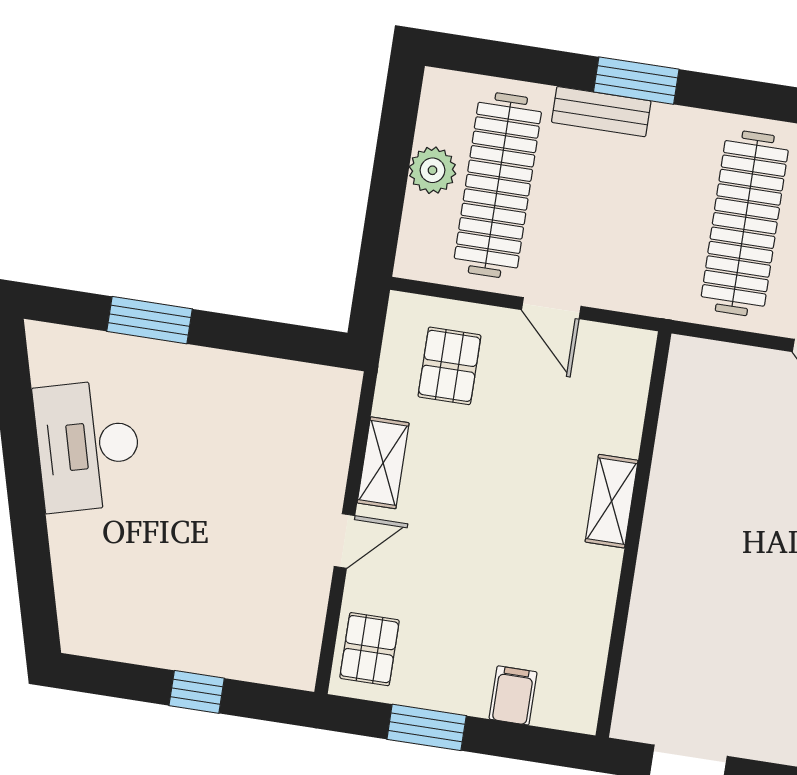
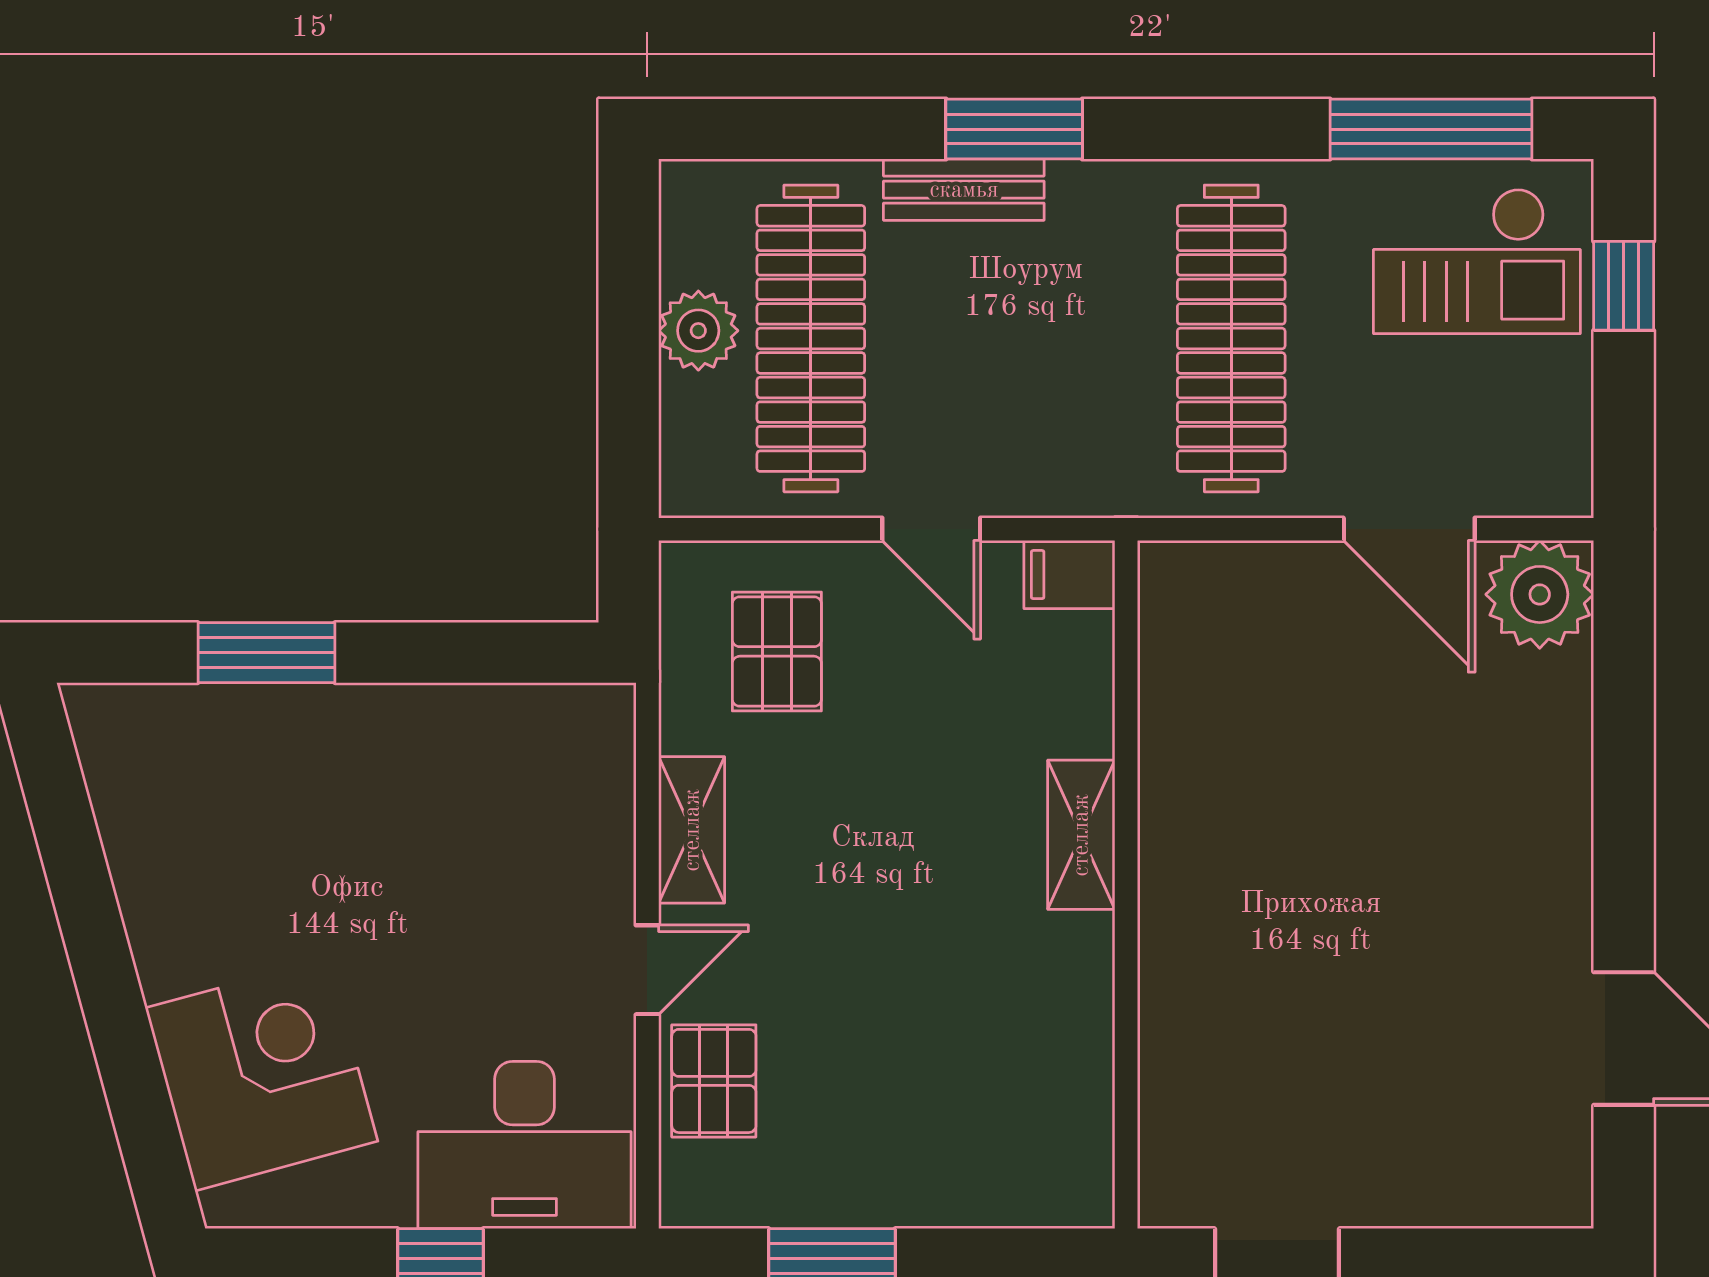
desk: (88, 446) -> (524, 1145), moved, turned -75
corner desk: (108, 567) -> (261, 1075), added
pallet: (369, 649) -> (714, 1081), moved
filing cabinet: (513, 695) -> (1069, 575), moved, turned -90

